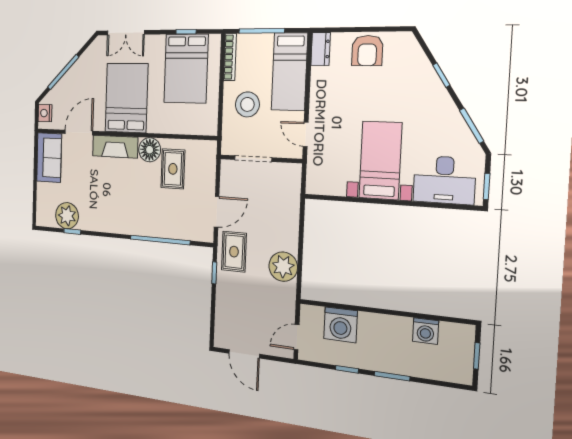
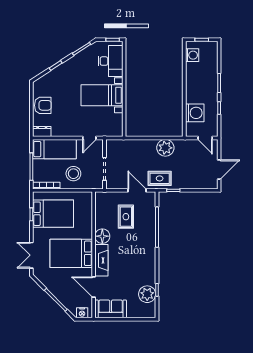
double door: (126, 33) -> (31, 255), swing flipped
rug: (173, 169) -> (126, 217), moved, turned 90
washing machine: (425, 331) -> (192, 55), moved

